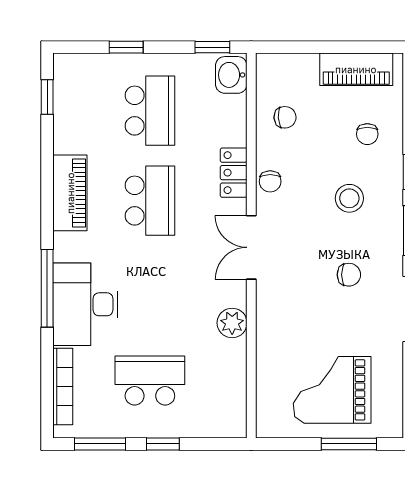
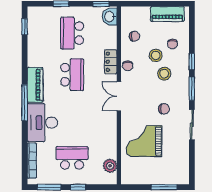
school desk: (150, 111) -> (72, 33), turned 180
stool: (331, 159) -> (156, 55), added
piano: (70, 193) -> (35, 85), moved
window: (47, 288) -> (25, 103), moved
plant: (232, 323) -> (110, 166), moved
grand piano: (332, 390) -> (144, 141), moved

